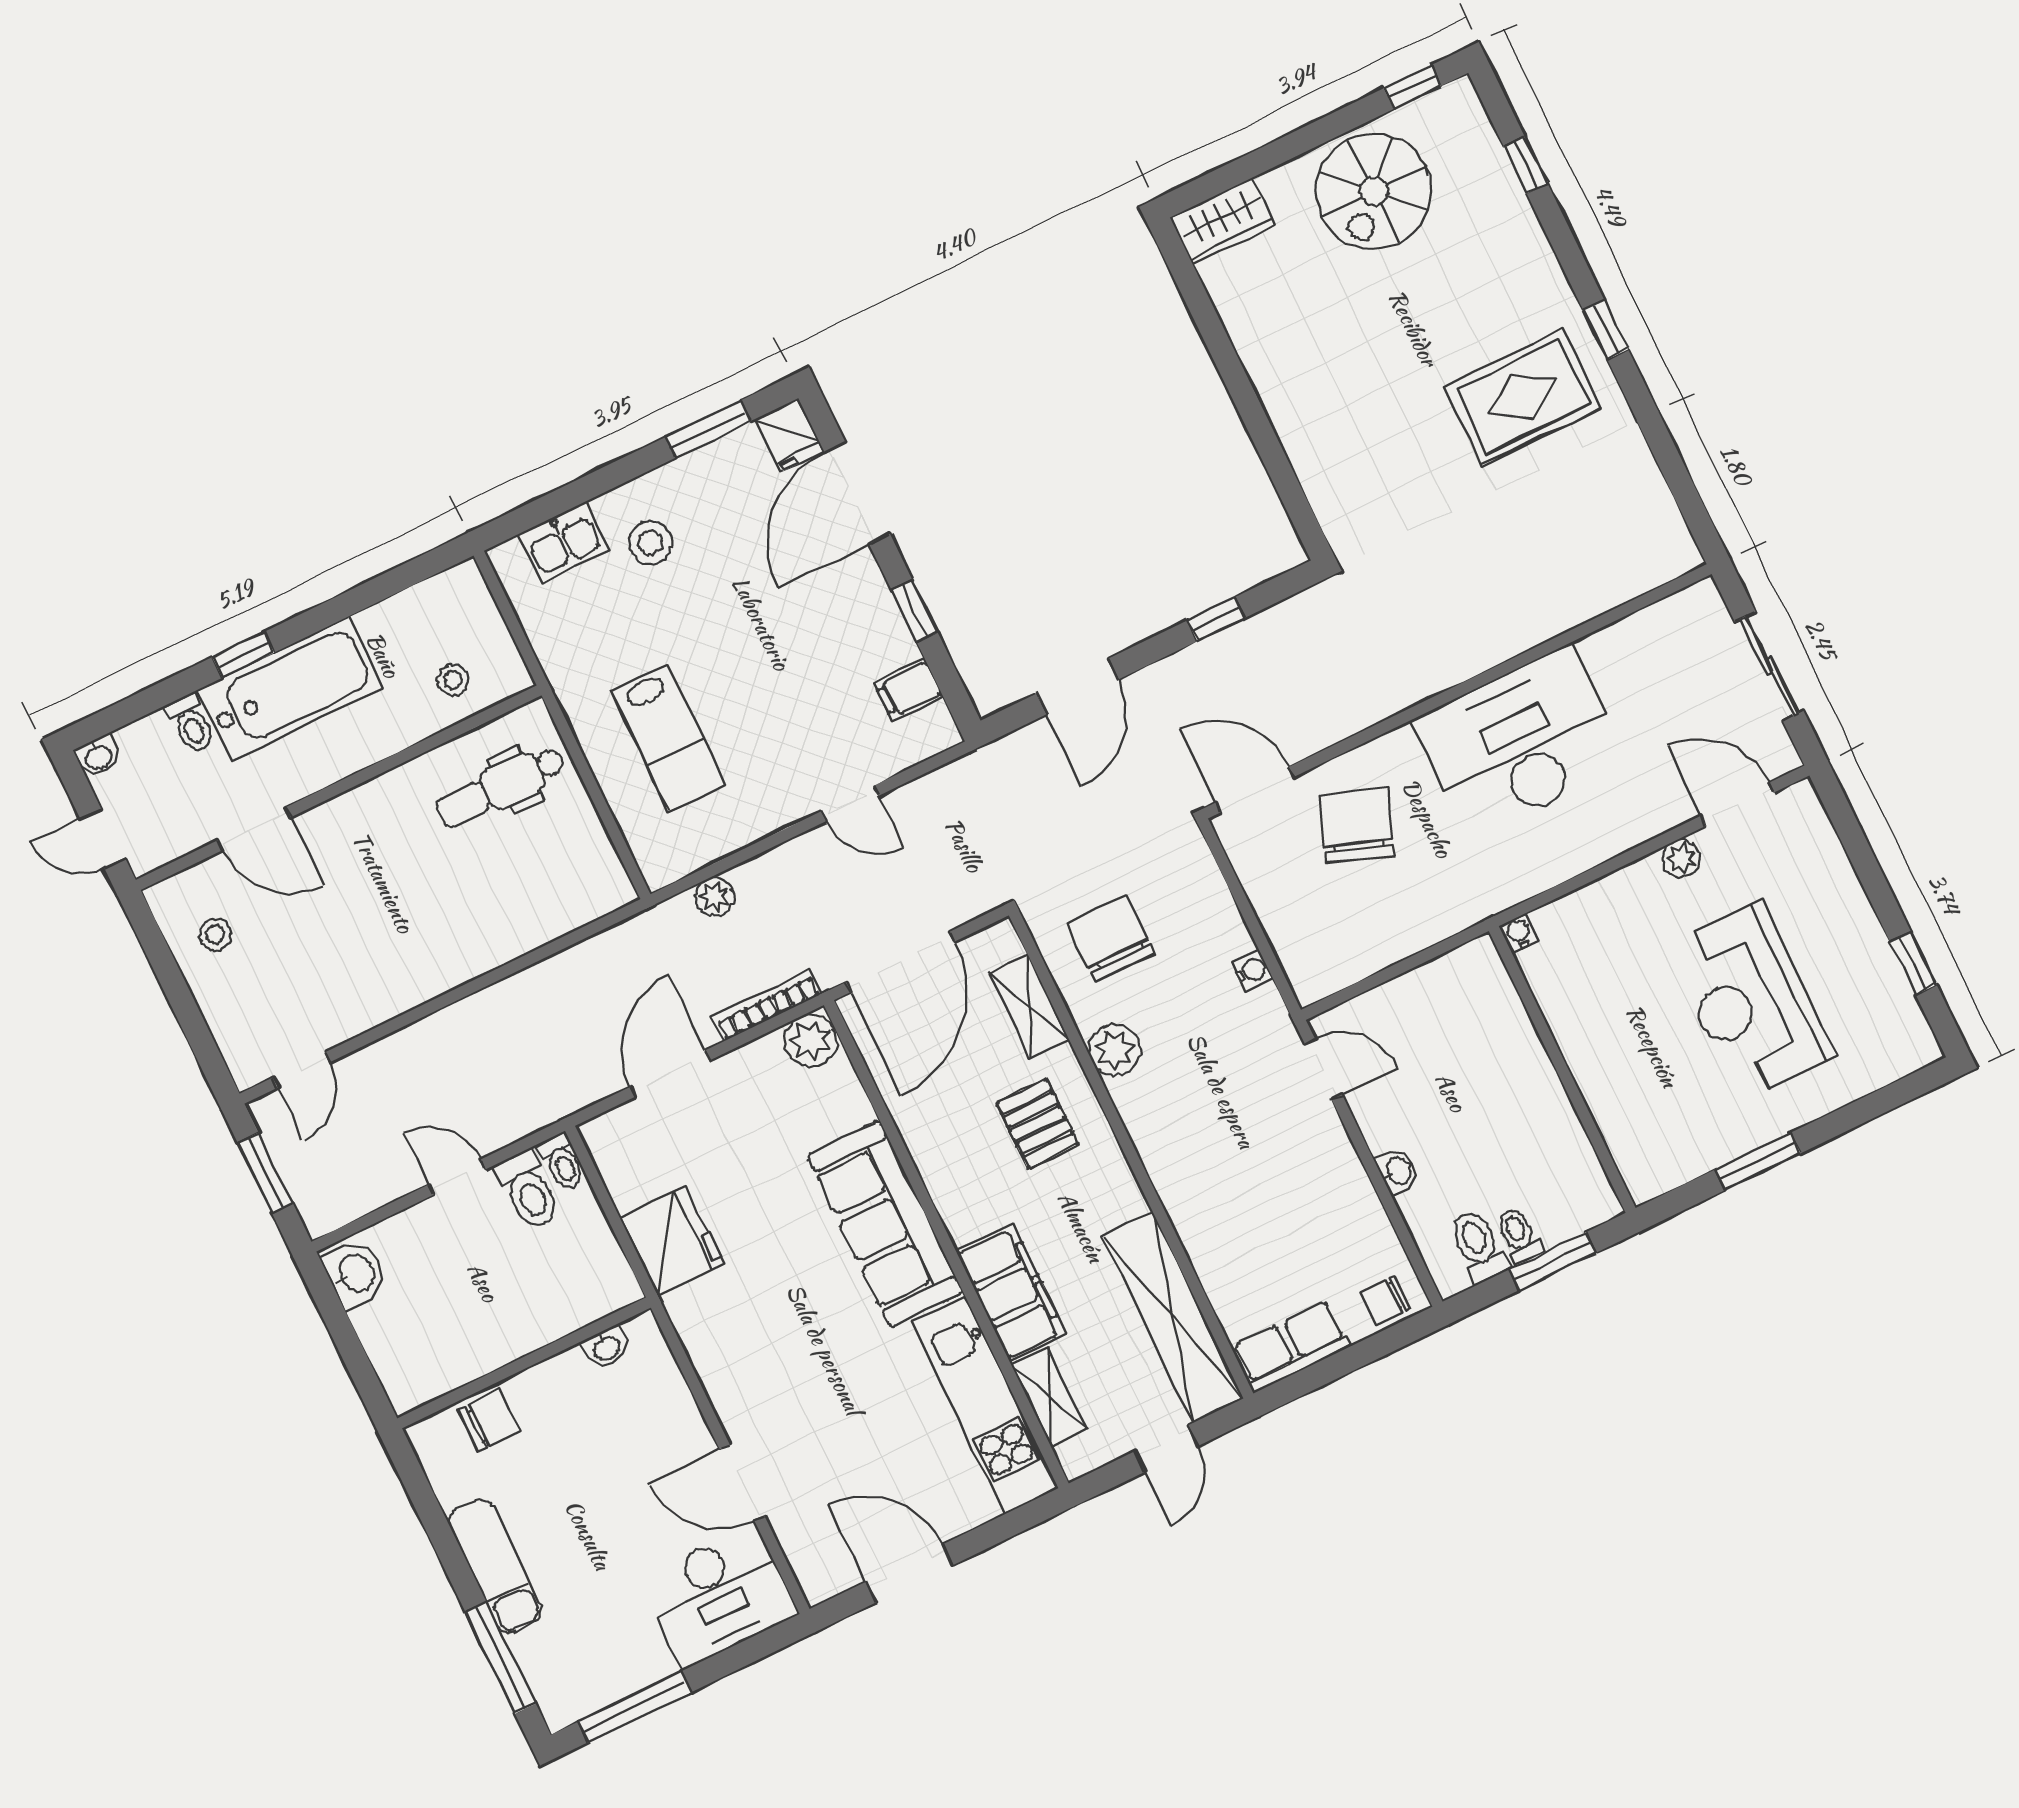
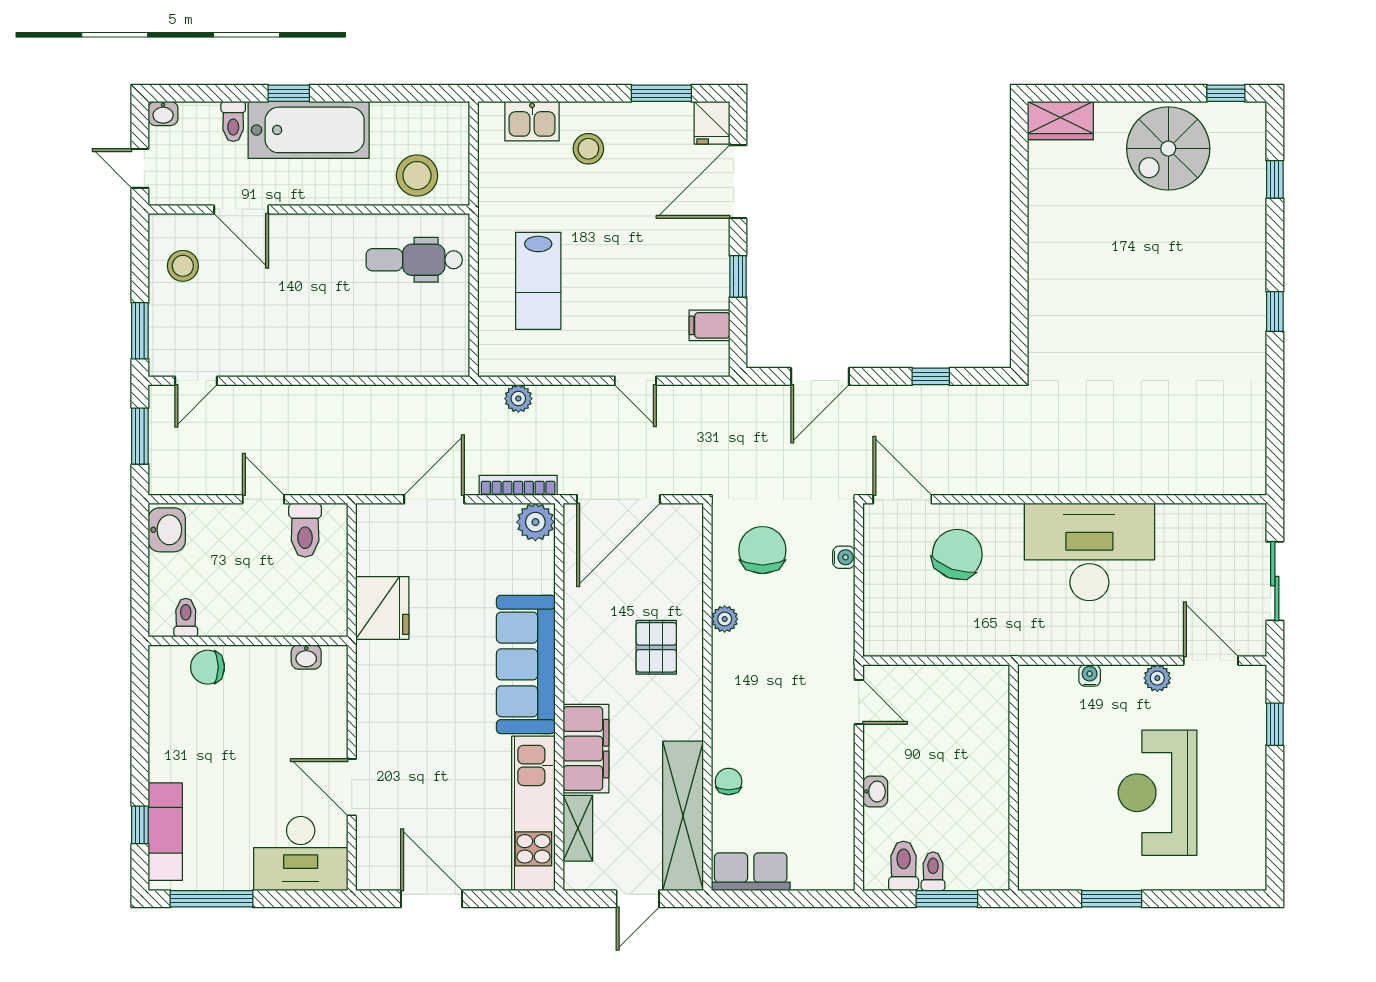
rug: (1523, 397) -> (1200, 329), removed
stool: (453, 680) -> (417, 176), width x1.89, depth x1.89
water cooler: (1519, 933) -> (1090, 675), moved
stool: (215, 934) -> (183, 266), width x1.37, depth x1.37
window: (1913, 963) -> (1275, 724), moved
water cooler: (1252, 970) -> (844, 557), moved
shelving: (1029, 1006) -> (688, 569), removed
window: (201, 1041) -> (140, 331), added
plant: (1115, 1050) -> (725, 619), width x0.73, depth x0.73
toilet: (562, 1162) -> (186, 618), moved, turned 180
chair: (1385, 1300) -> (729, 781), moved, turned 90
chair: (489, 1420) -> (208, 667), turned 180
exam couch: (495, 1566) -> (165, 832), moved
window: (501, 1658) -> (140, 825), width x0.46

